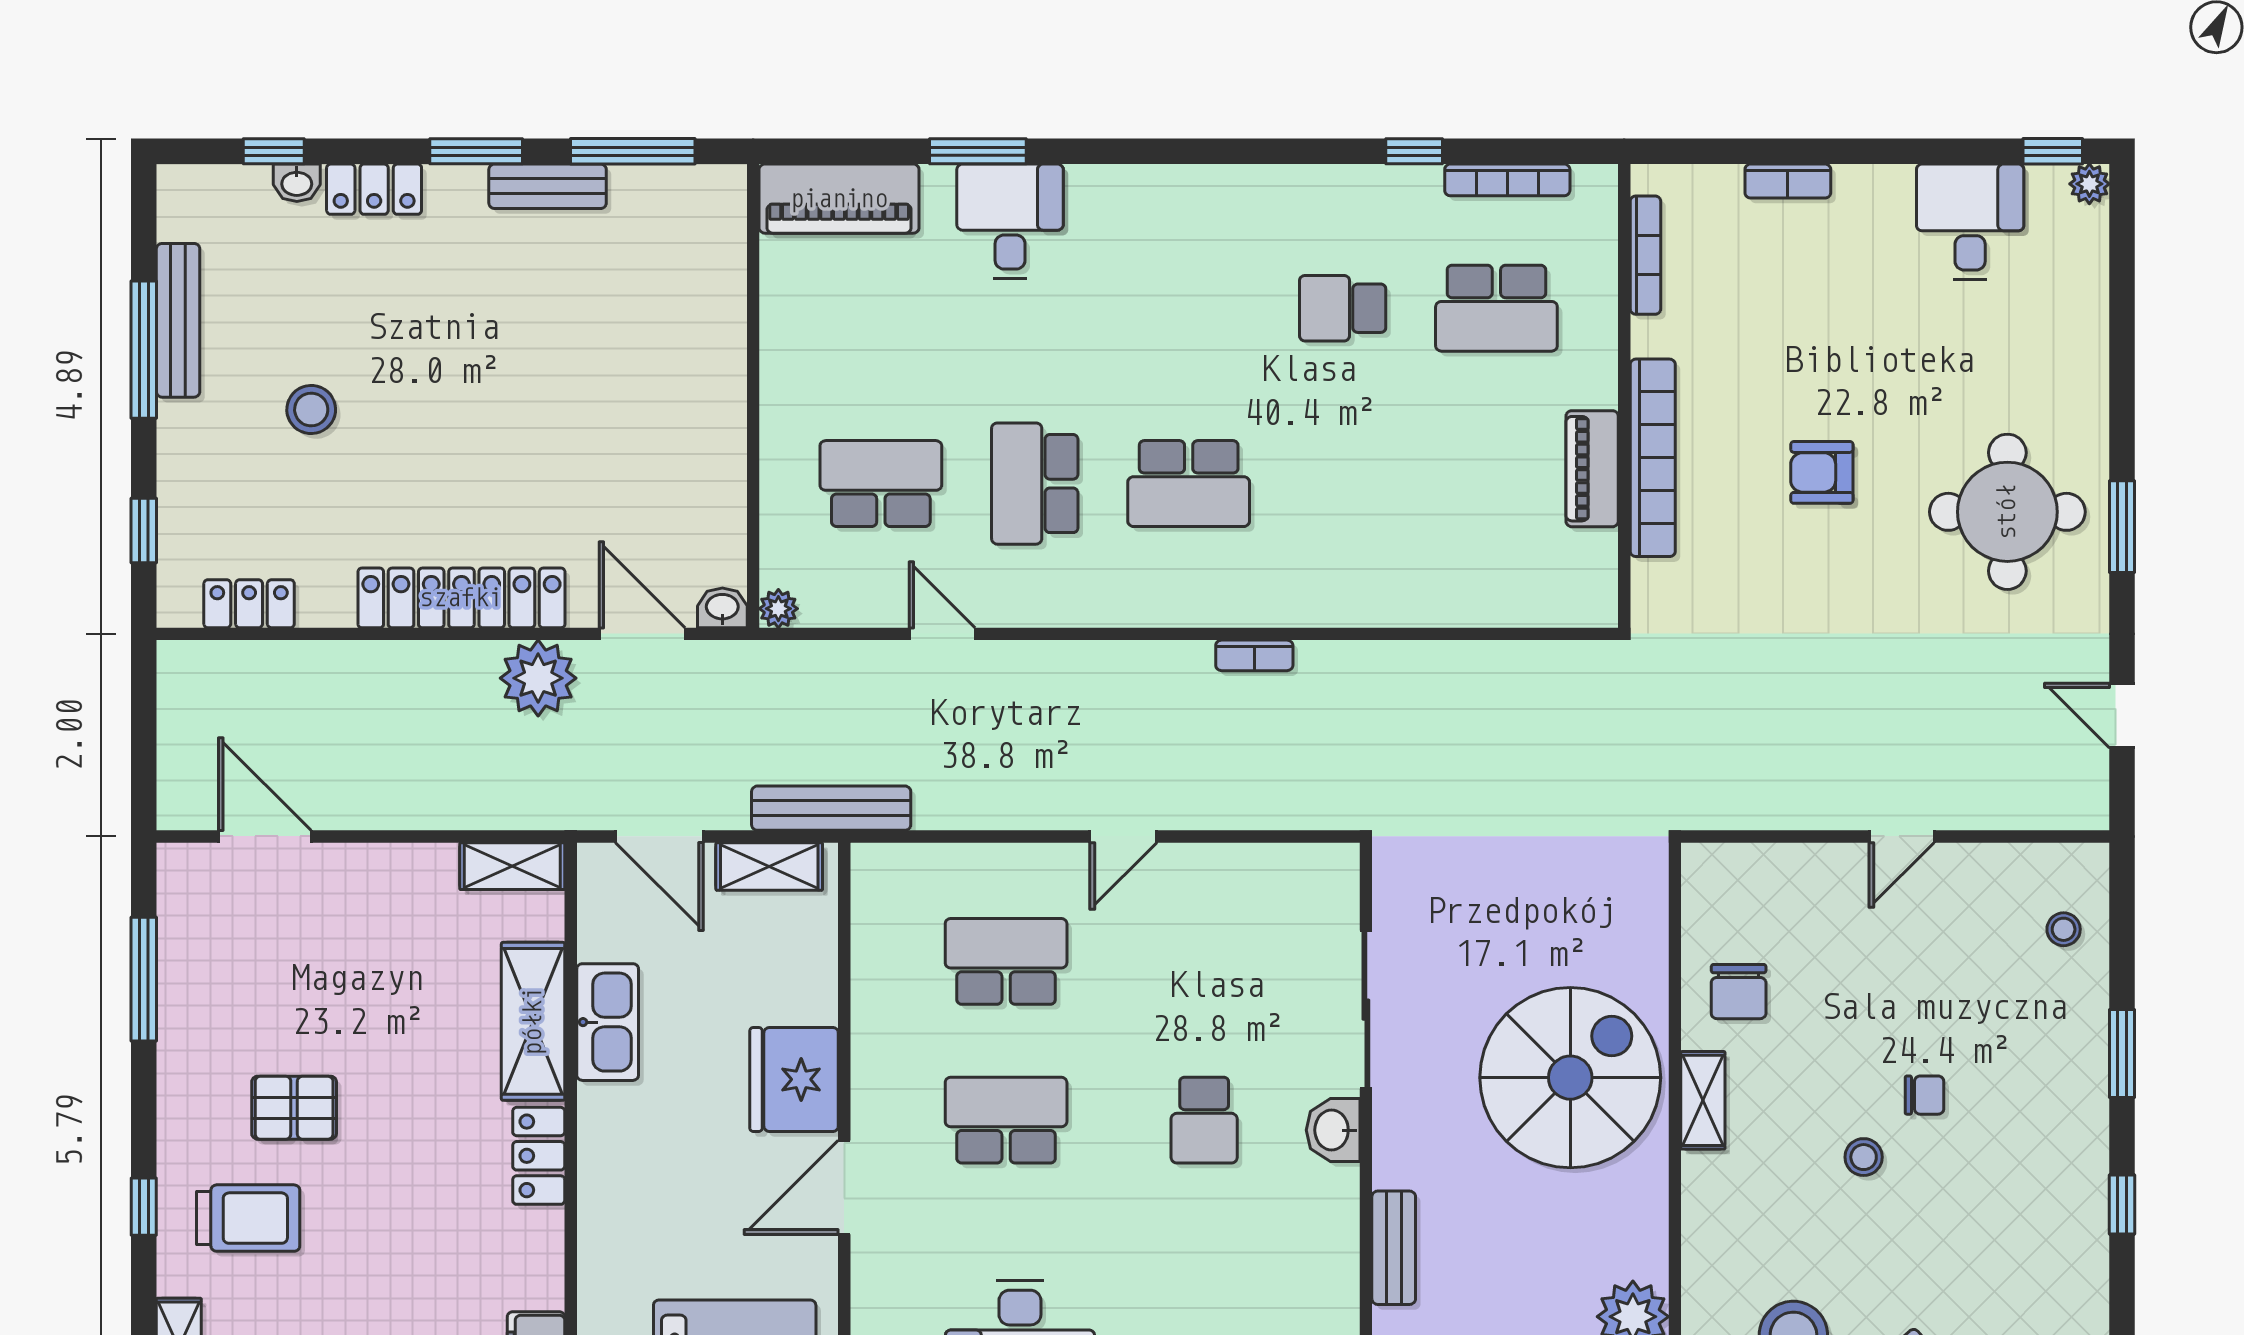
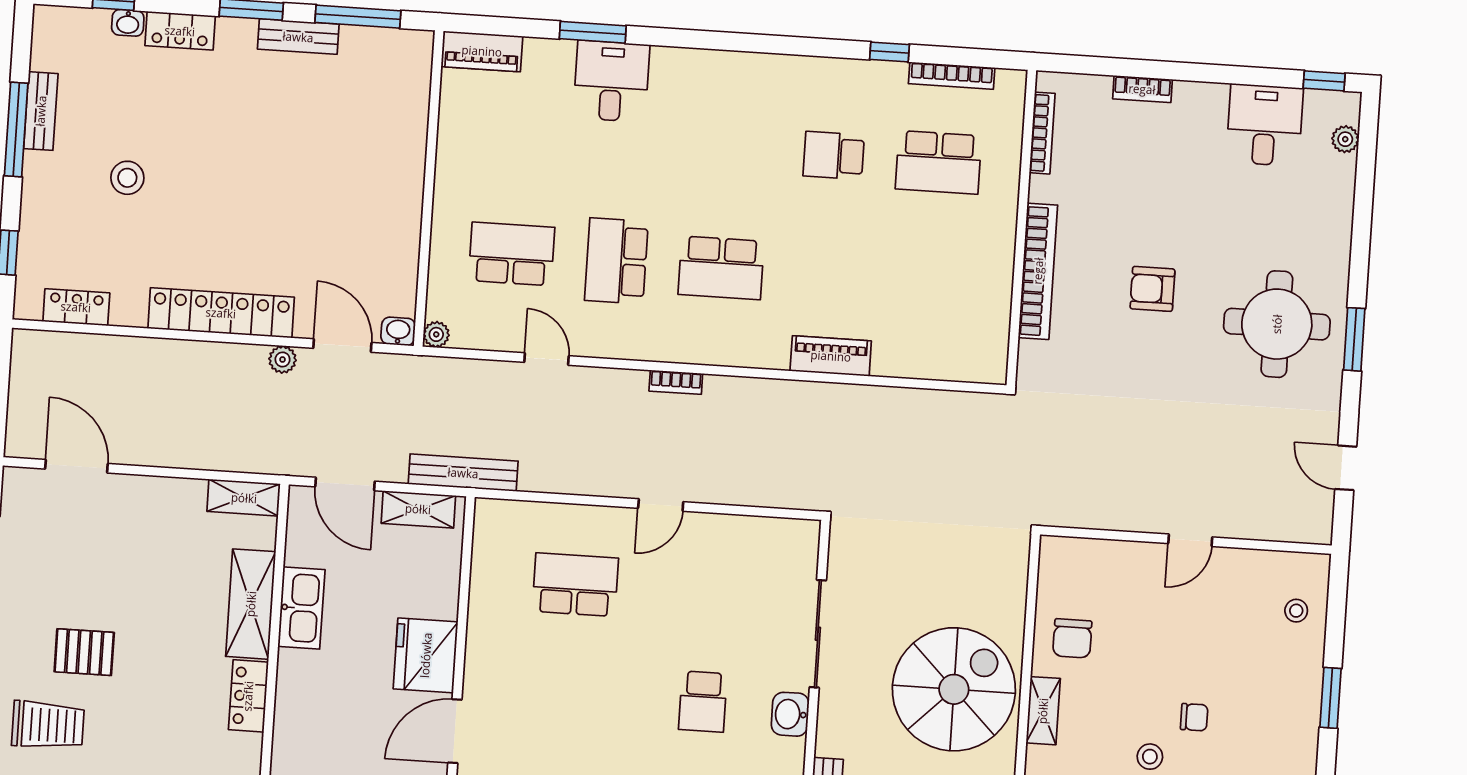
plant: (2089, 184) -> (1345, 139), moved
piano: (839, 199) -> (482, 51), width x0.73, depth x0.75
bench: (178, 320) -> (41, 111), width x0.73
piano: (1592, 469) -> (831, 356), moved, turned 90
bookcase: (1254, 655) -> (676, 382), moved
plant: (538, 678) -> (282, 359), width x0.53, depth x0.53
school desk: (1006, 1120) -> (568, 693), removed

